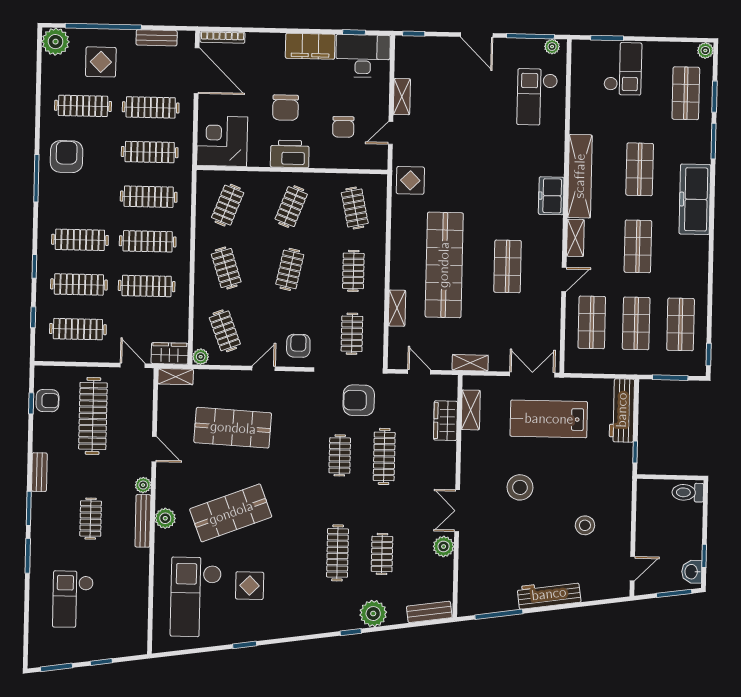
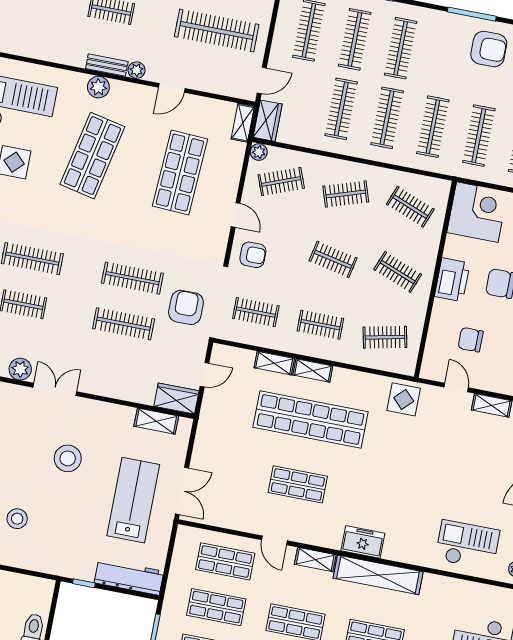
shelving: (470, 363) -> (313, 371), moved, turned 90
wardrobe: (445, 421) -> (176, 399), moved
clothes rail: (340, 455) -> (132, 278), width x1.36
shop shelf: (231, 513) -> (92, 156), turned 33
bench: (143, 521) -> (107, 65), width x0.73

